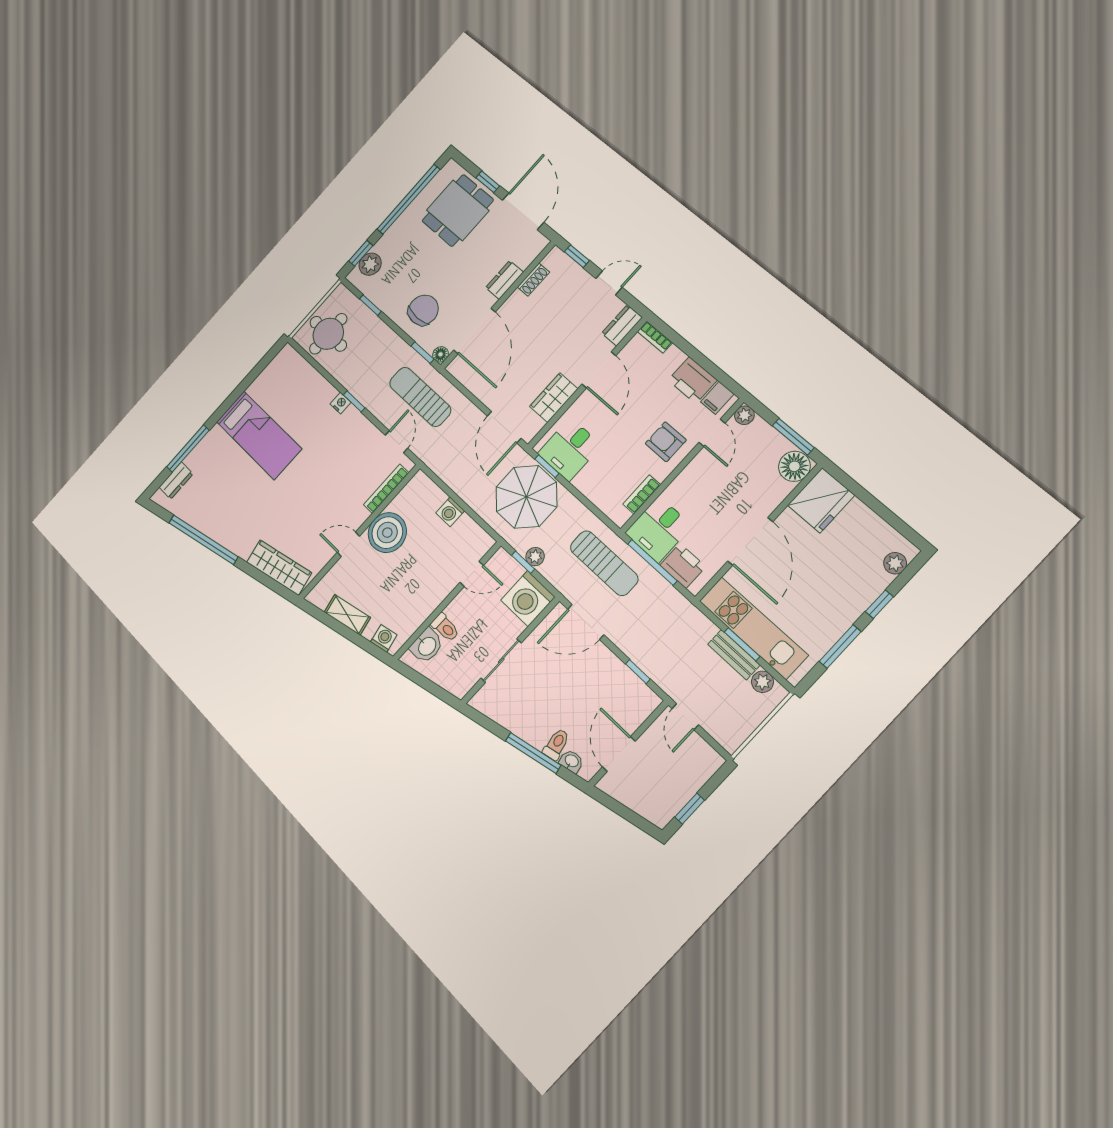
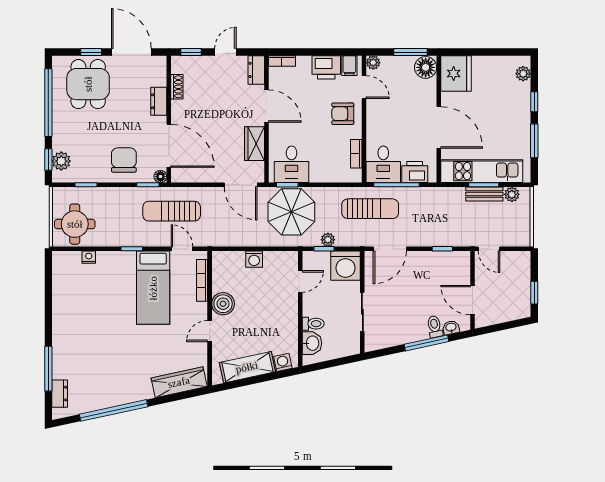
nightstand: (341, 403) -> (89, 257), moved
bed: (259, 435) -> (153, 288), moved, turned 90
boiler: (387, 533) -> (223, 304), width x0.73, depth x0.73
shelving: (347, 615) -> (247, 367), width x1.50, depth x1.33

